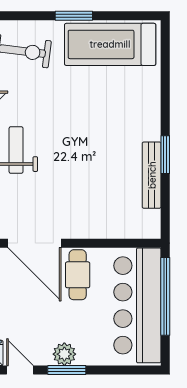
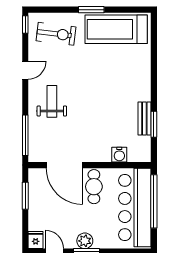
window: (165, 155) -> (154, 124), moved
bench: (152, 175) -> (144, 119), width x0.73
water cooler: (115, 228) -> (119, 155), added

